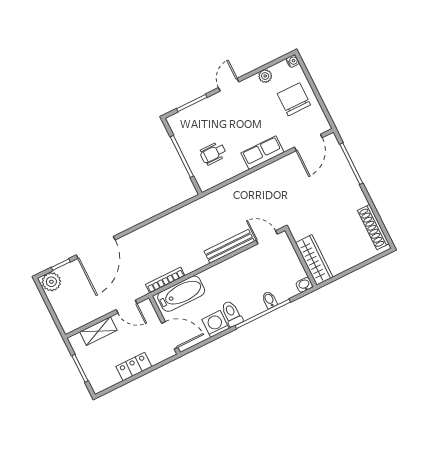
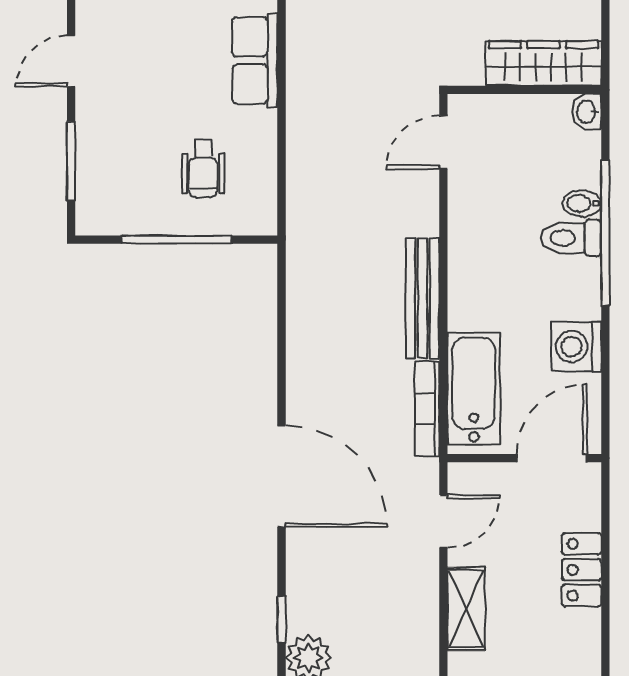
door: (229, 85) -> (71, 61), hinge flipped
bench: (229, 246) -> (423, 298), moved
door: (96, 247) -> (282, 476), moved
toilet: (232, 314) -> (571, 238), moved

